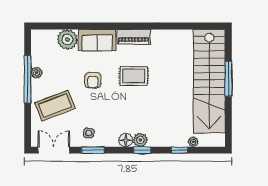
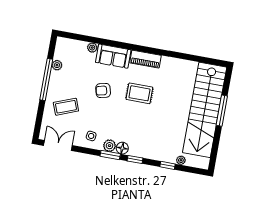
plant: (67, 39) -> (92, 48), width x0.53, depth x0.53
plant: (37, 73) -> (57, 65), moved
armchair: (93, 80) -> (103, 90), turned 76
coffee table: (55, 106) -> (66, 107), width x0.73, depth x0.76
plant: (140, 140) -> (109, 146), moved
window: (93, 150) -> (110, 155), moved

